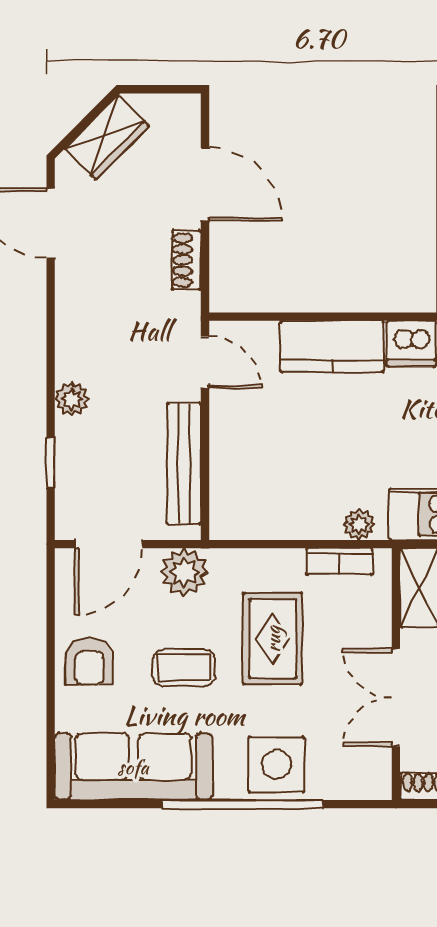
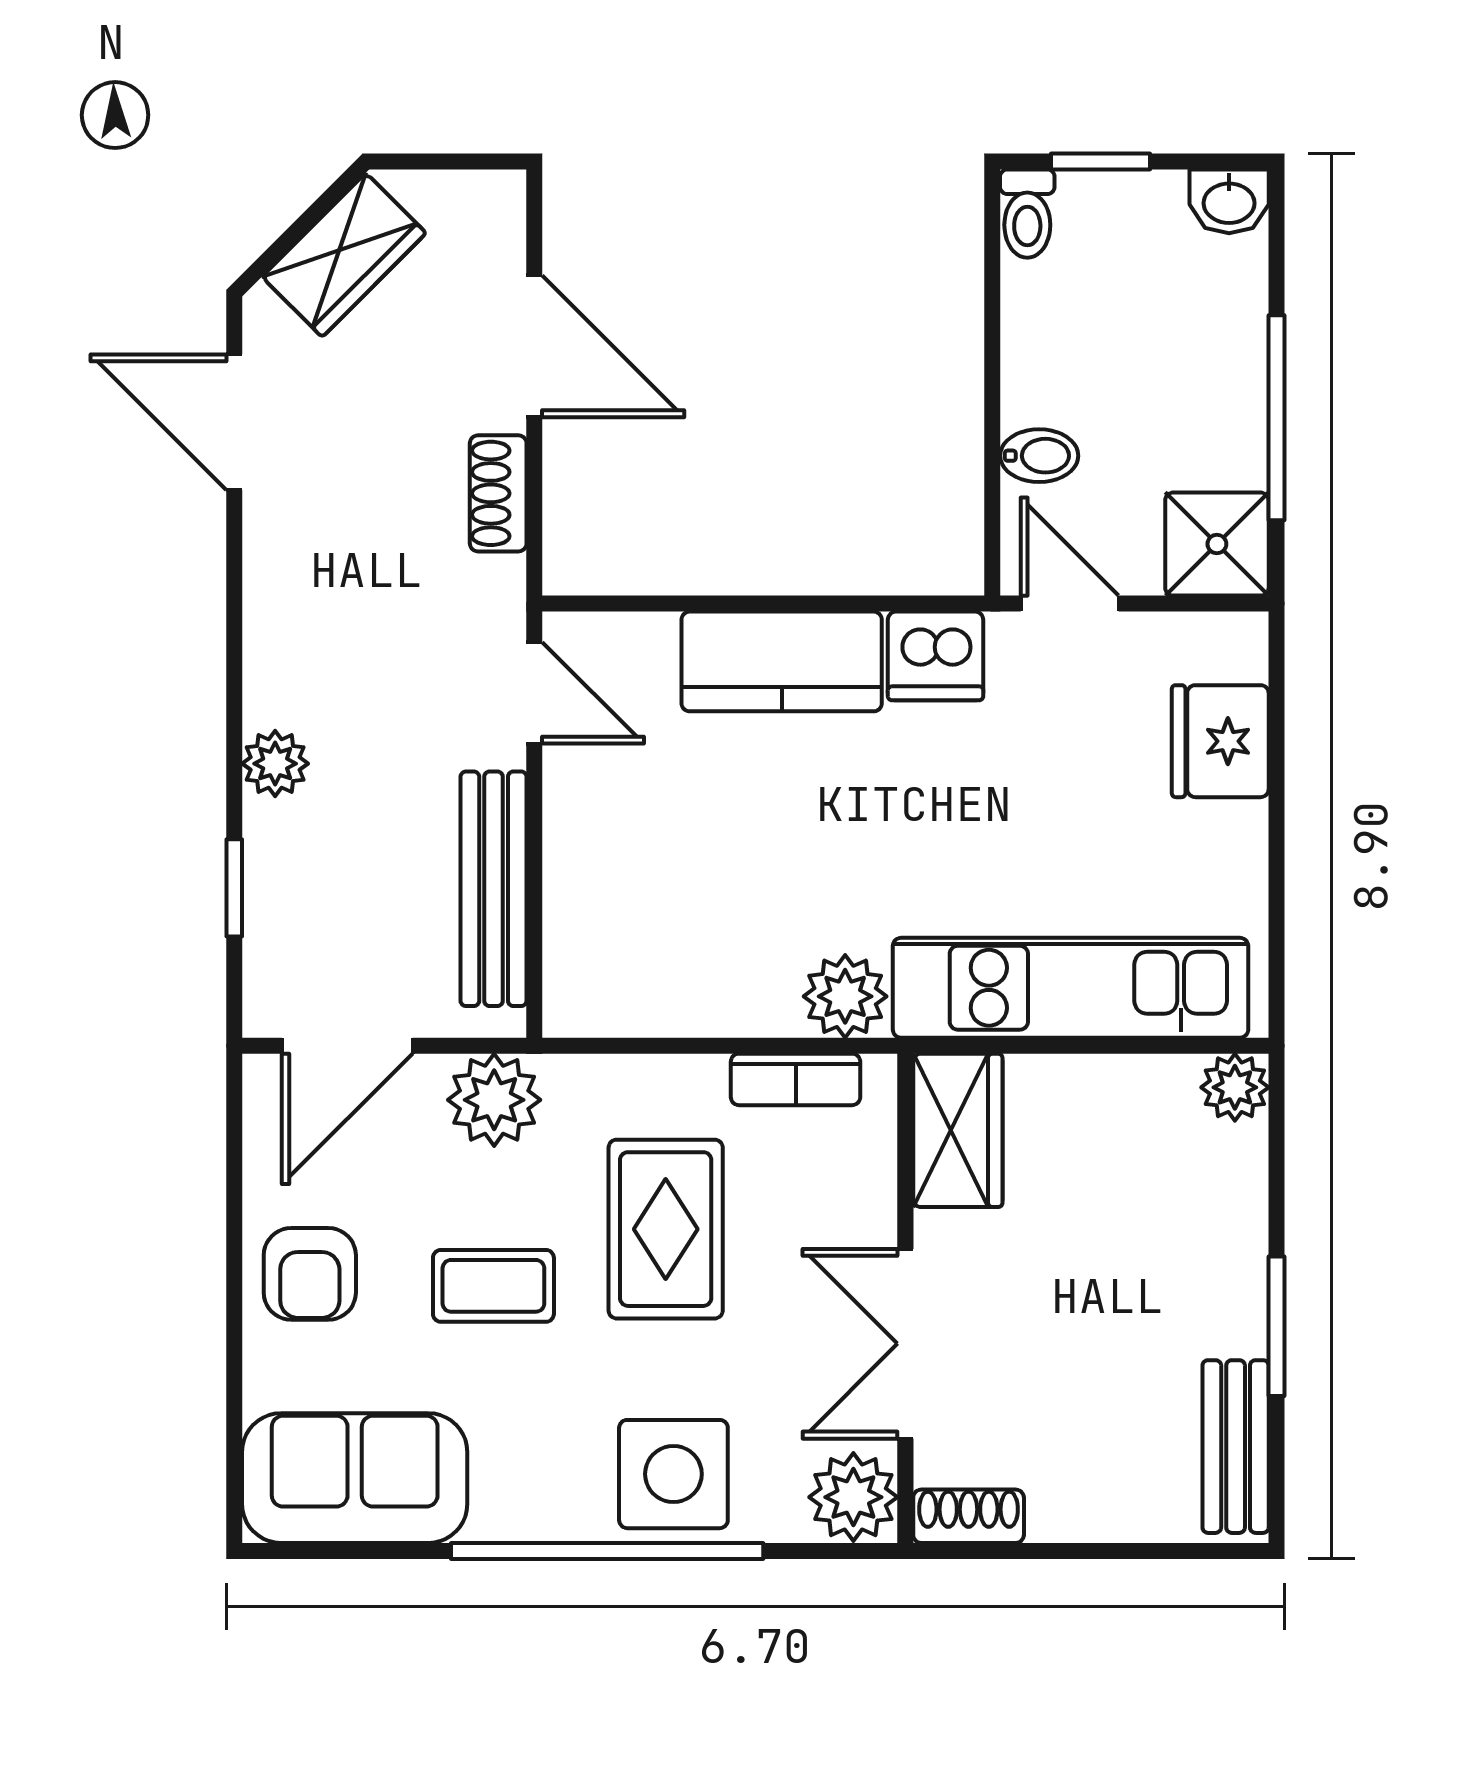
plant: (359, 525) -> (845, 996), width x1.38, depth x1.38
sofa: (133, 767) -> (355, 1478), width x0.73
plant: (369, 776) -> (853, 1497), added

